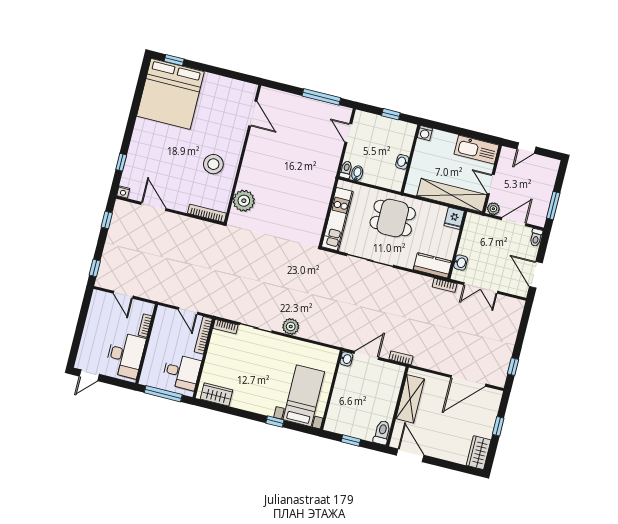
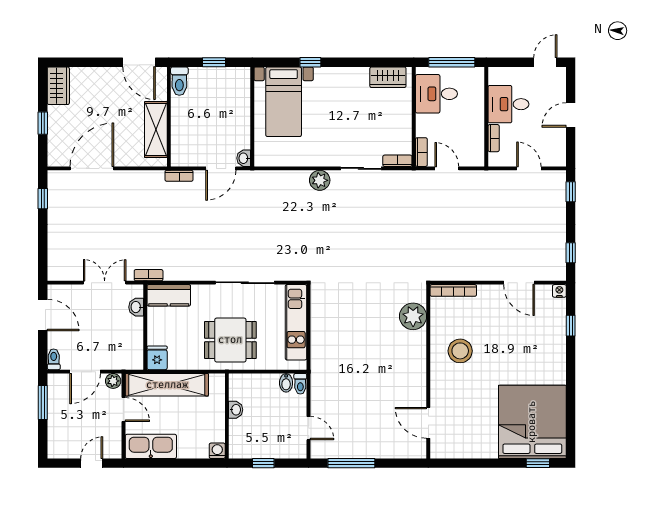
door: (80, 329) -> (571, 115), added
bookcase: (203, 335) -> (421, 152), width x0.64
desk: (125, 355) -> (508, 104), width x0.73

